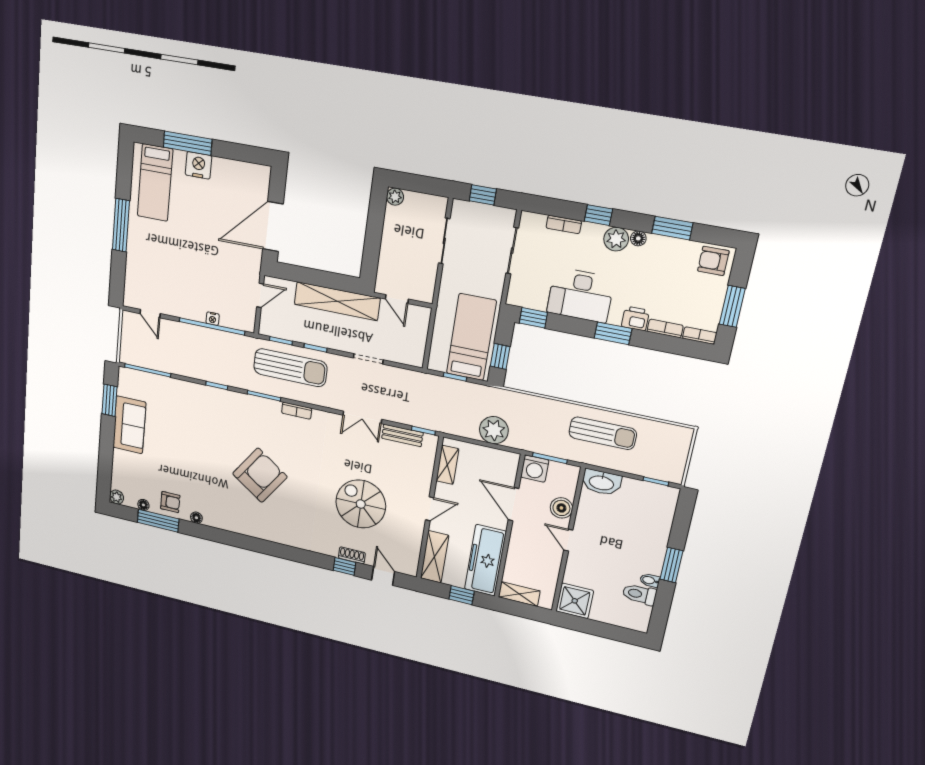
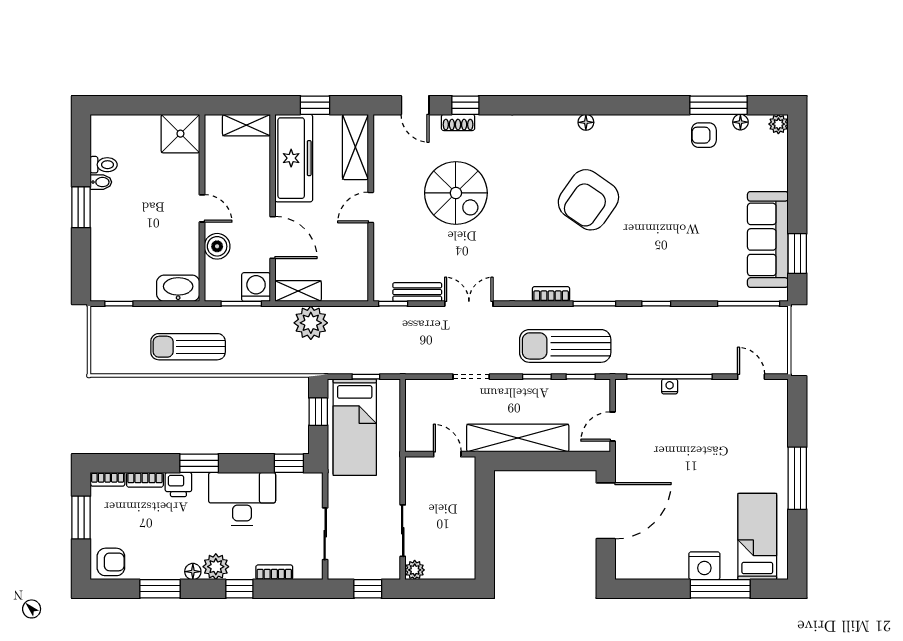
plant: (395, 197) -> (415, 570), moved
sofa: (129, 425) -> (768, 239), width x1.36
shelving: (447, 465) -> (298, 291), moved, turned 90
floor lamp: (196, 518) -> (586, 122), moved
toilet: (639, 594) -> (104, 165), width x0.73, depth x0.72

